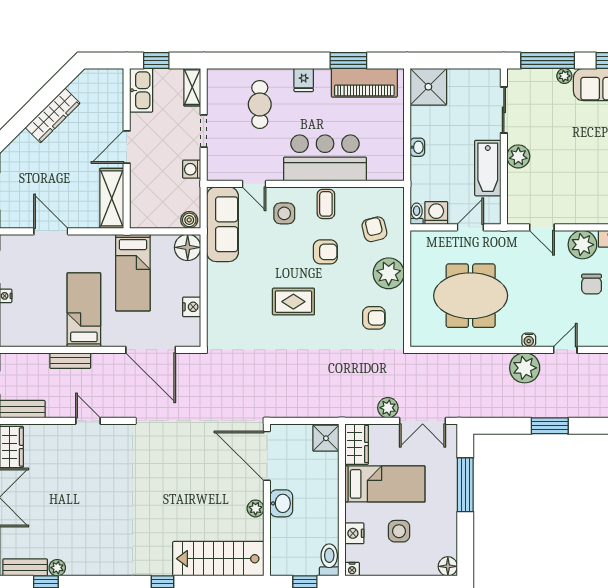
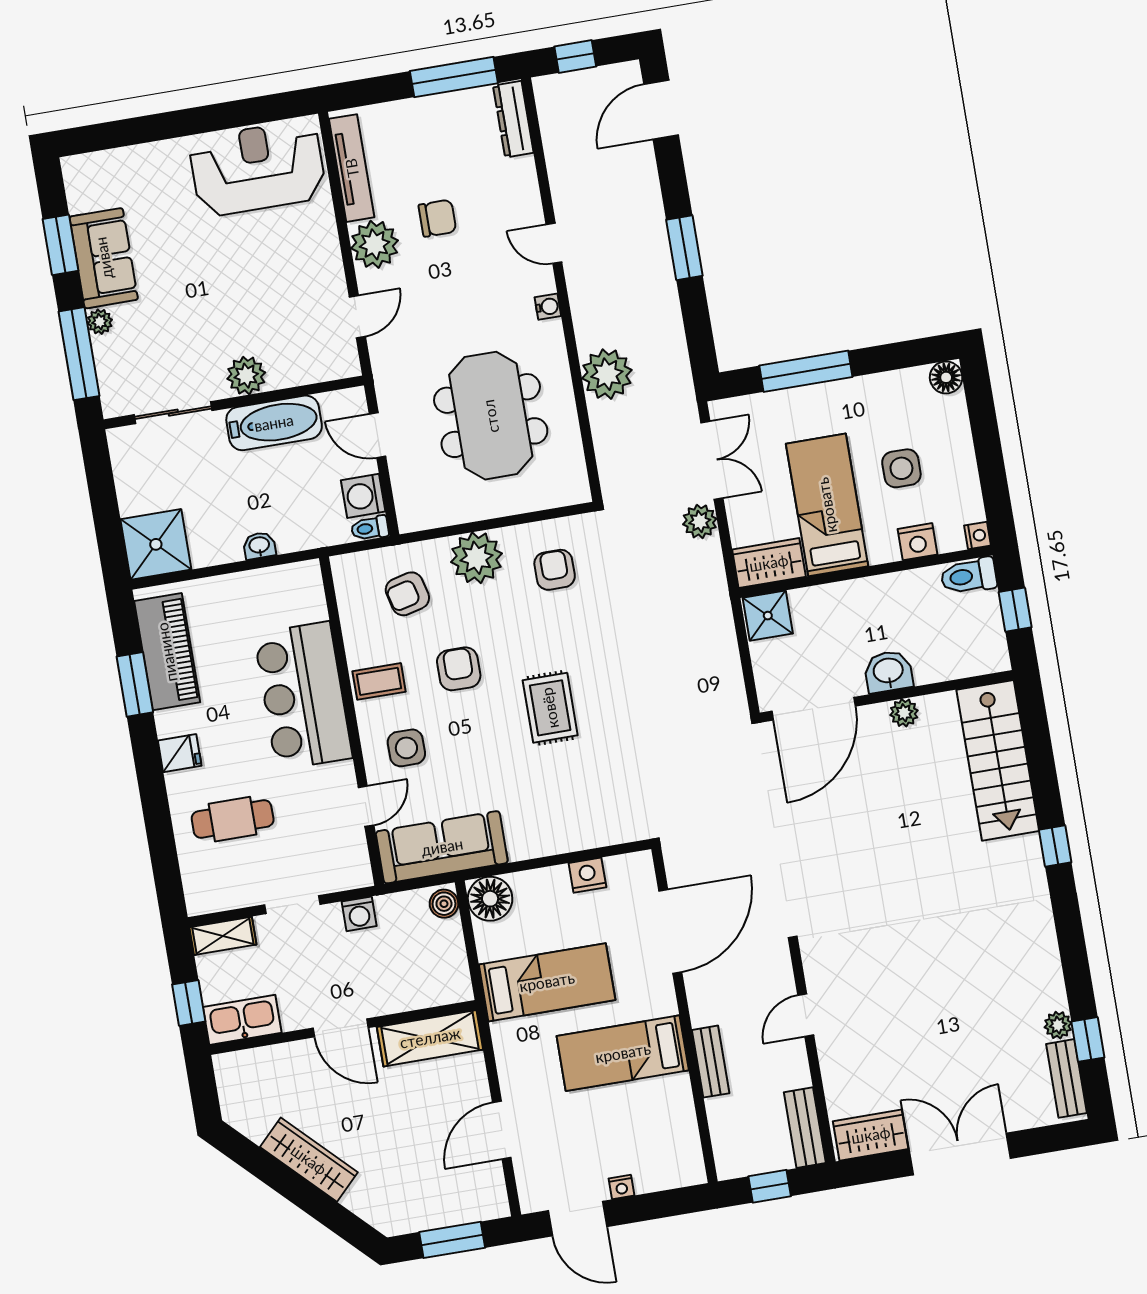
plant: (525, 368) -> (607, 374), moved

